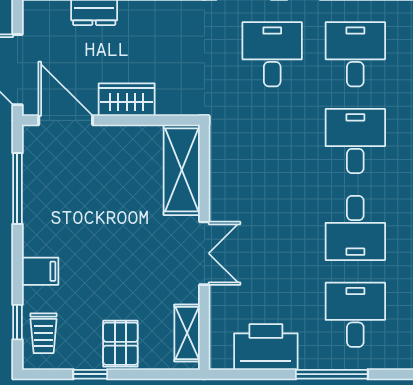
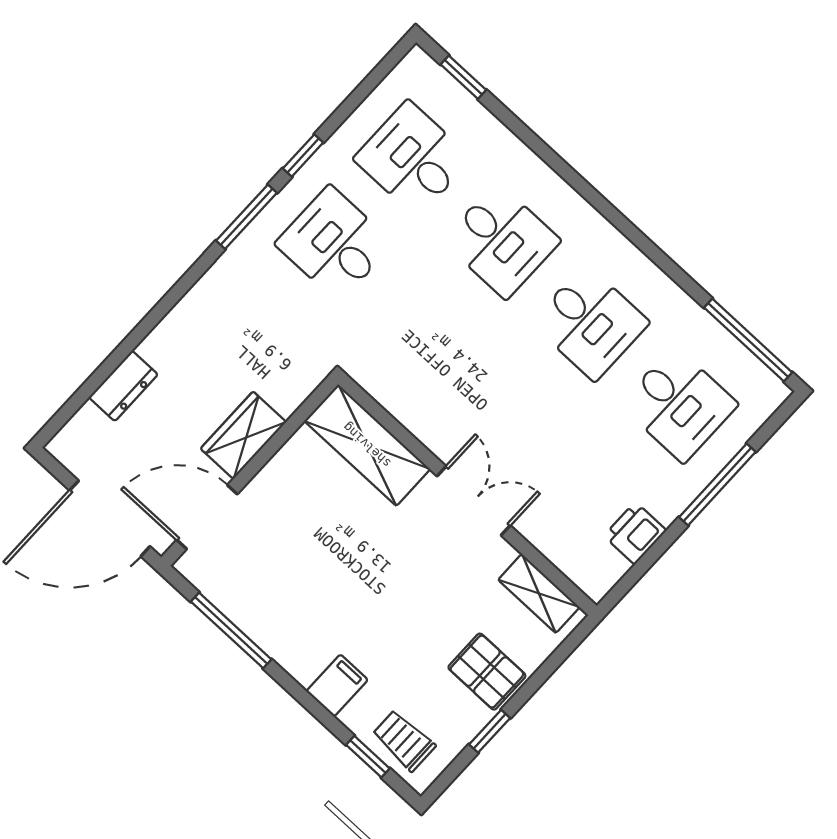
desk: (355, 141) -> (501, 241), turned 180
desk: (355, 315) -> (679, 404), turned 180
trolley: (44, 333) -> (404, 740), turned 180
printer: (266, 347) -> (635, 533), width x0.53, depth x0.68

